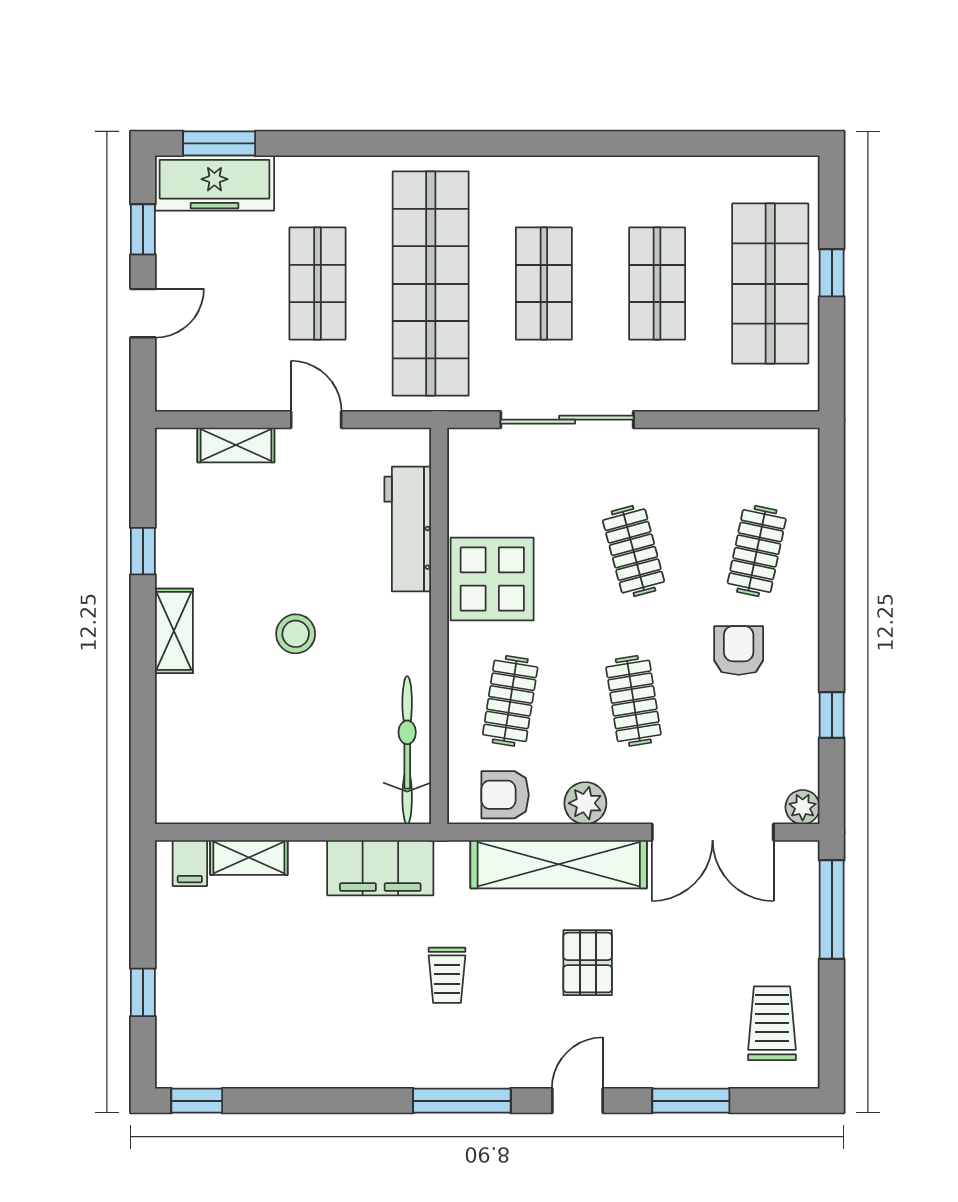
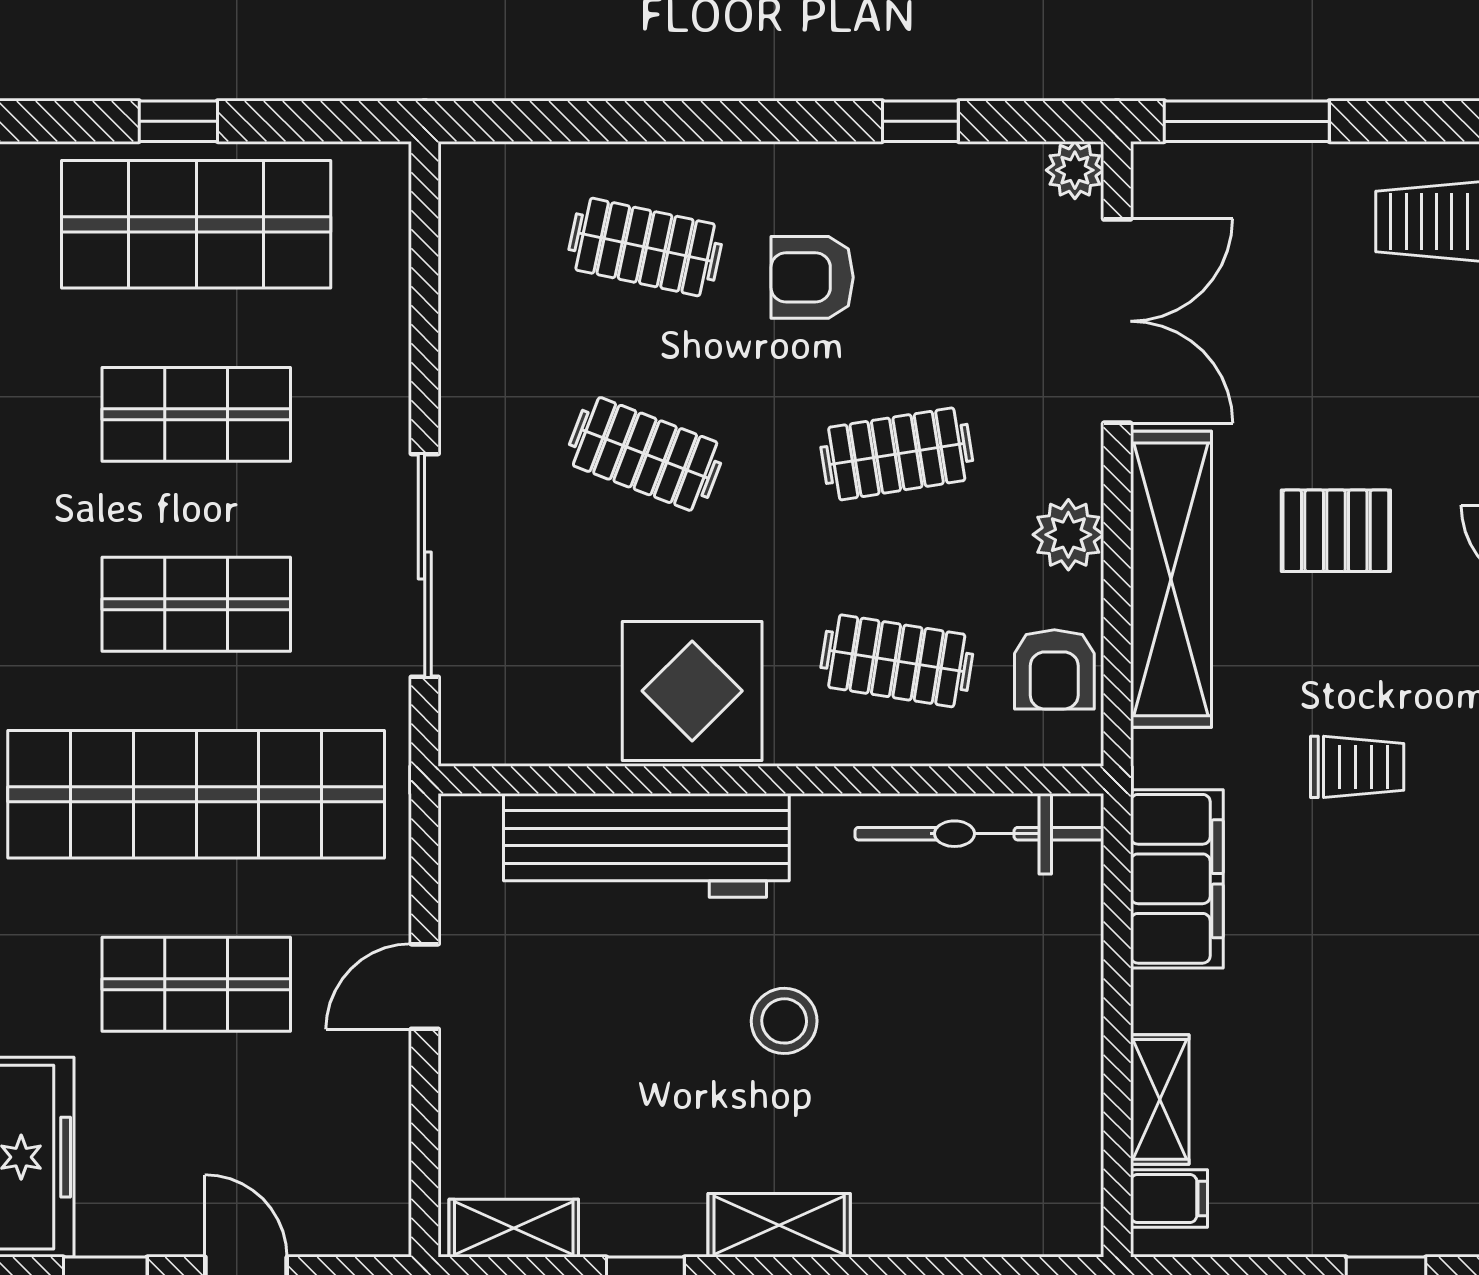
shelving: (236, 445) -> (514, 1228), moved, turned 90
workbench: (408, 529) -> (646, 845), width x1.36, depth x1.32
clothes rail: (633, 551) -> (645, 454), turned 36

